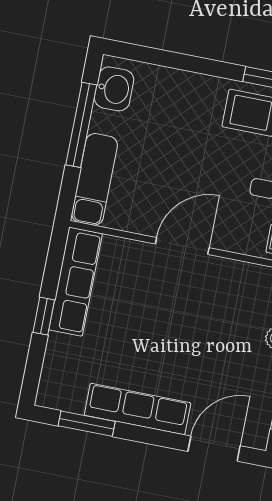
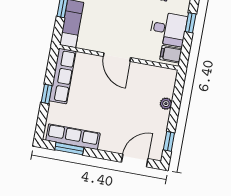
door: (182, 246) -> (117, 57), swing flipped
row of seats: (138, 409) -> (73, 137), moved

